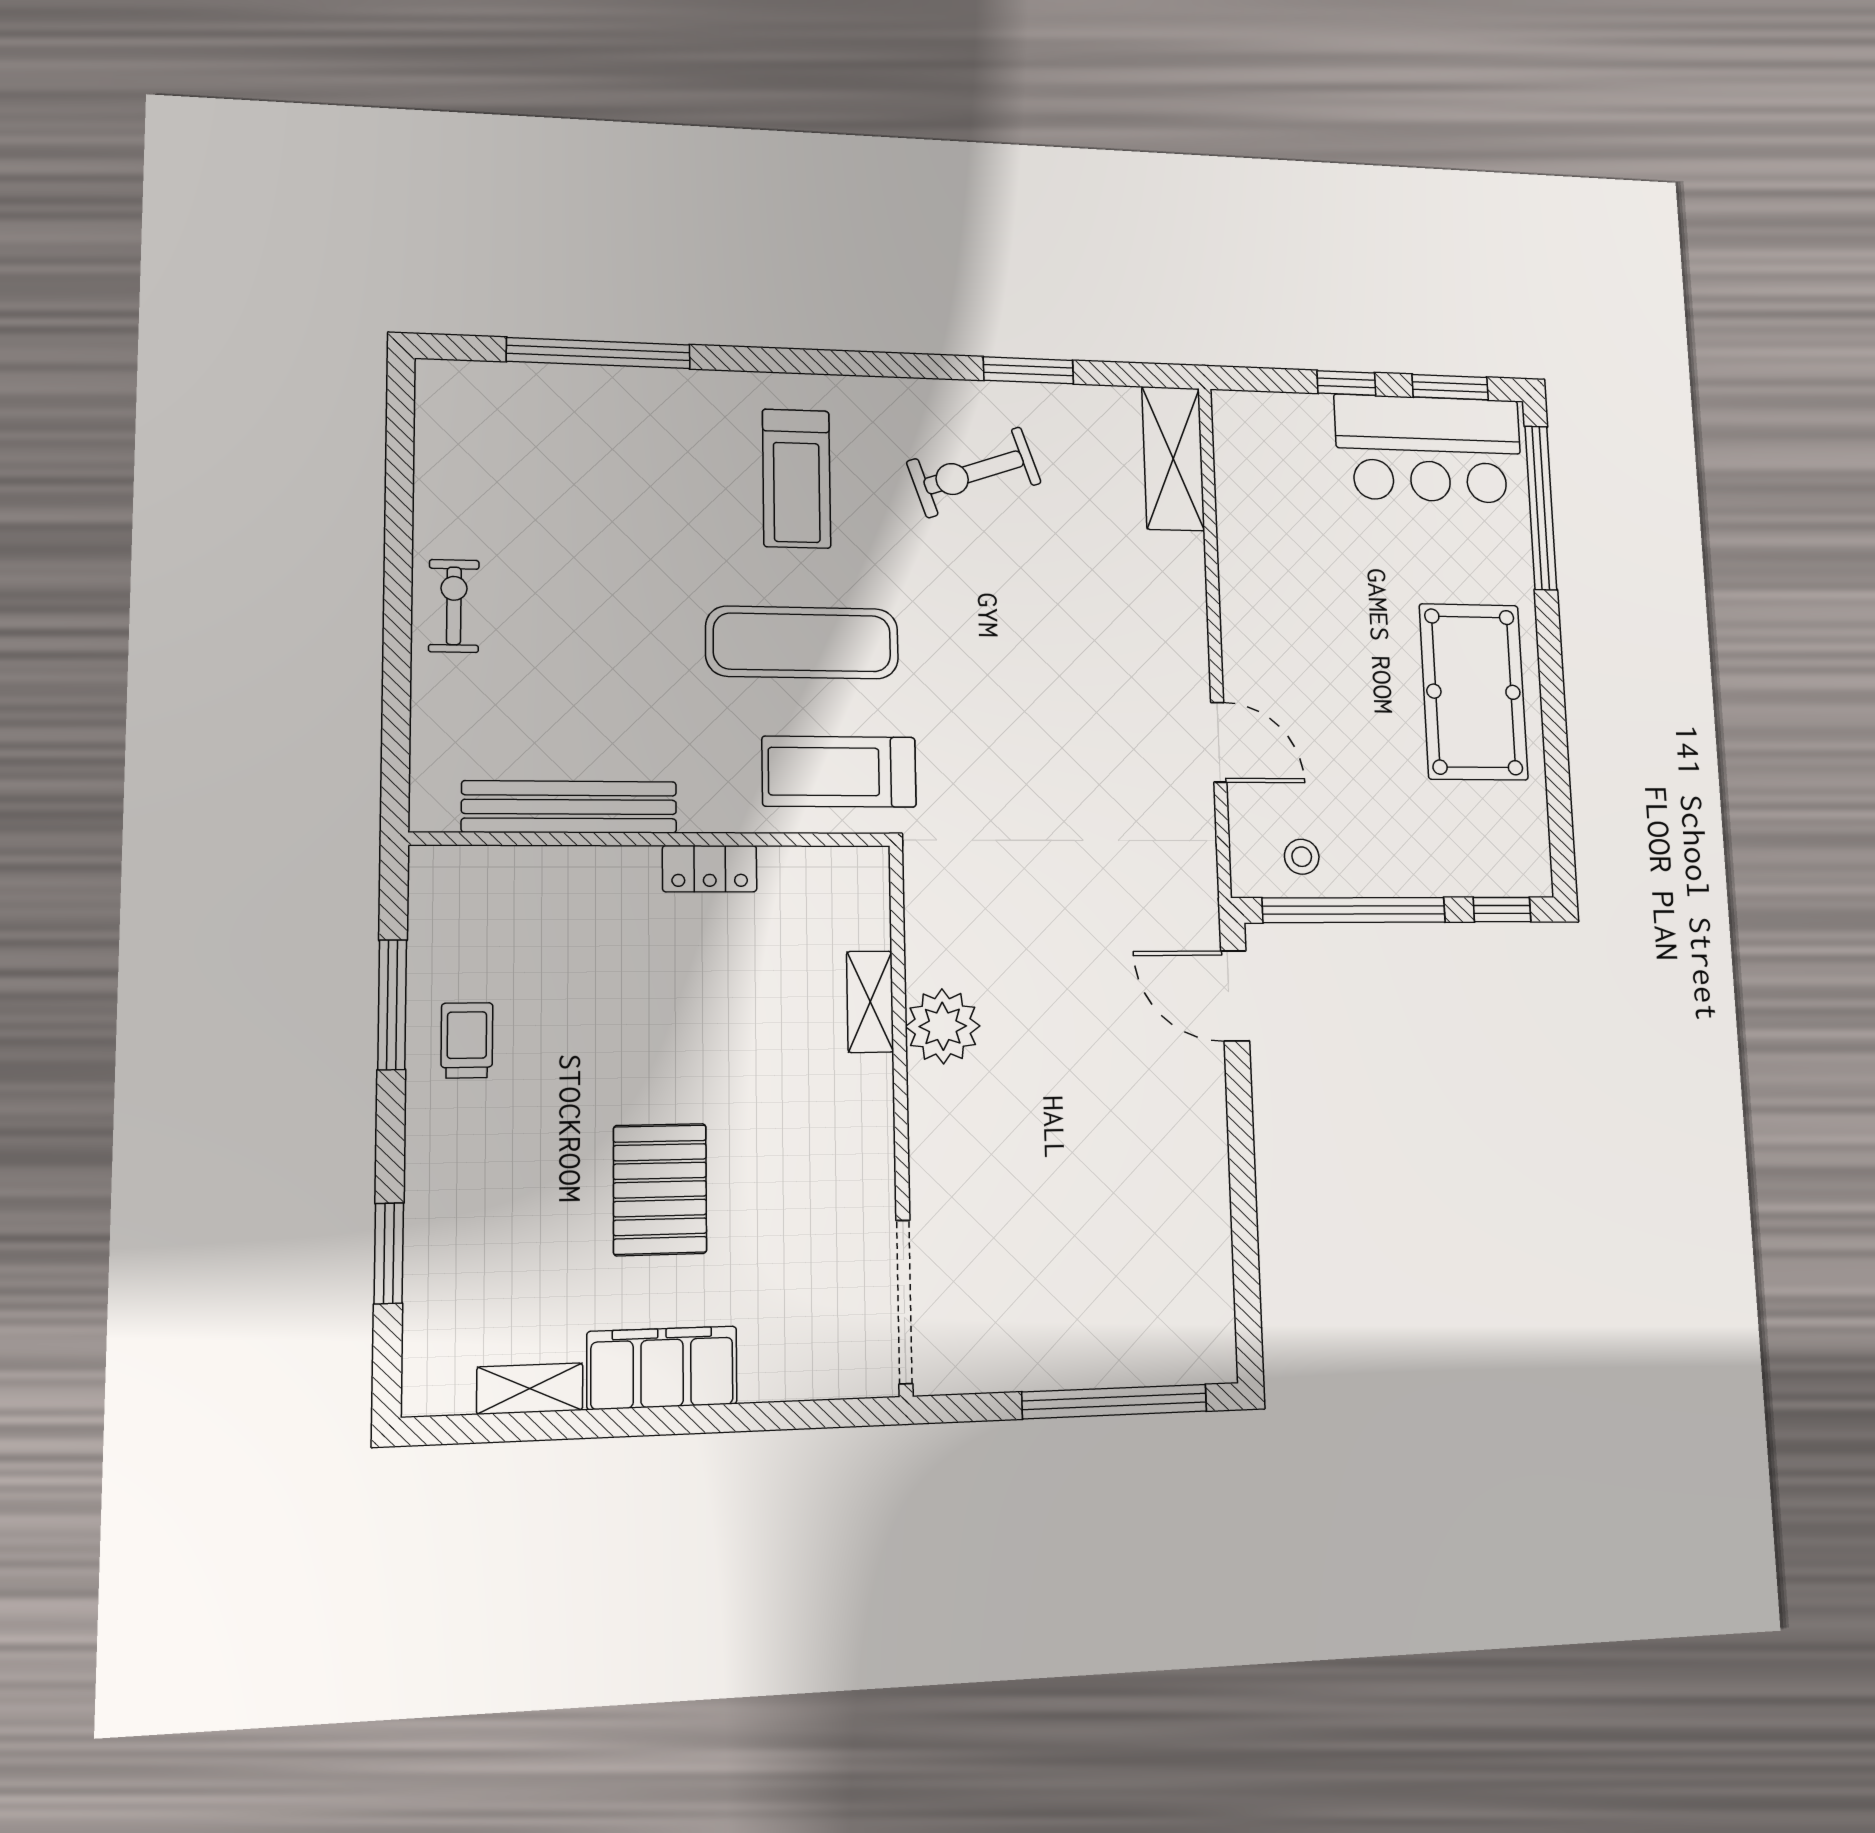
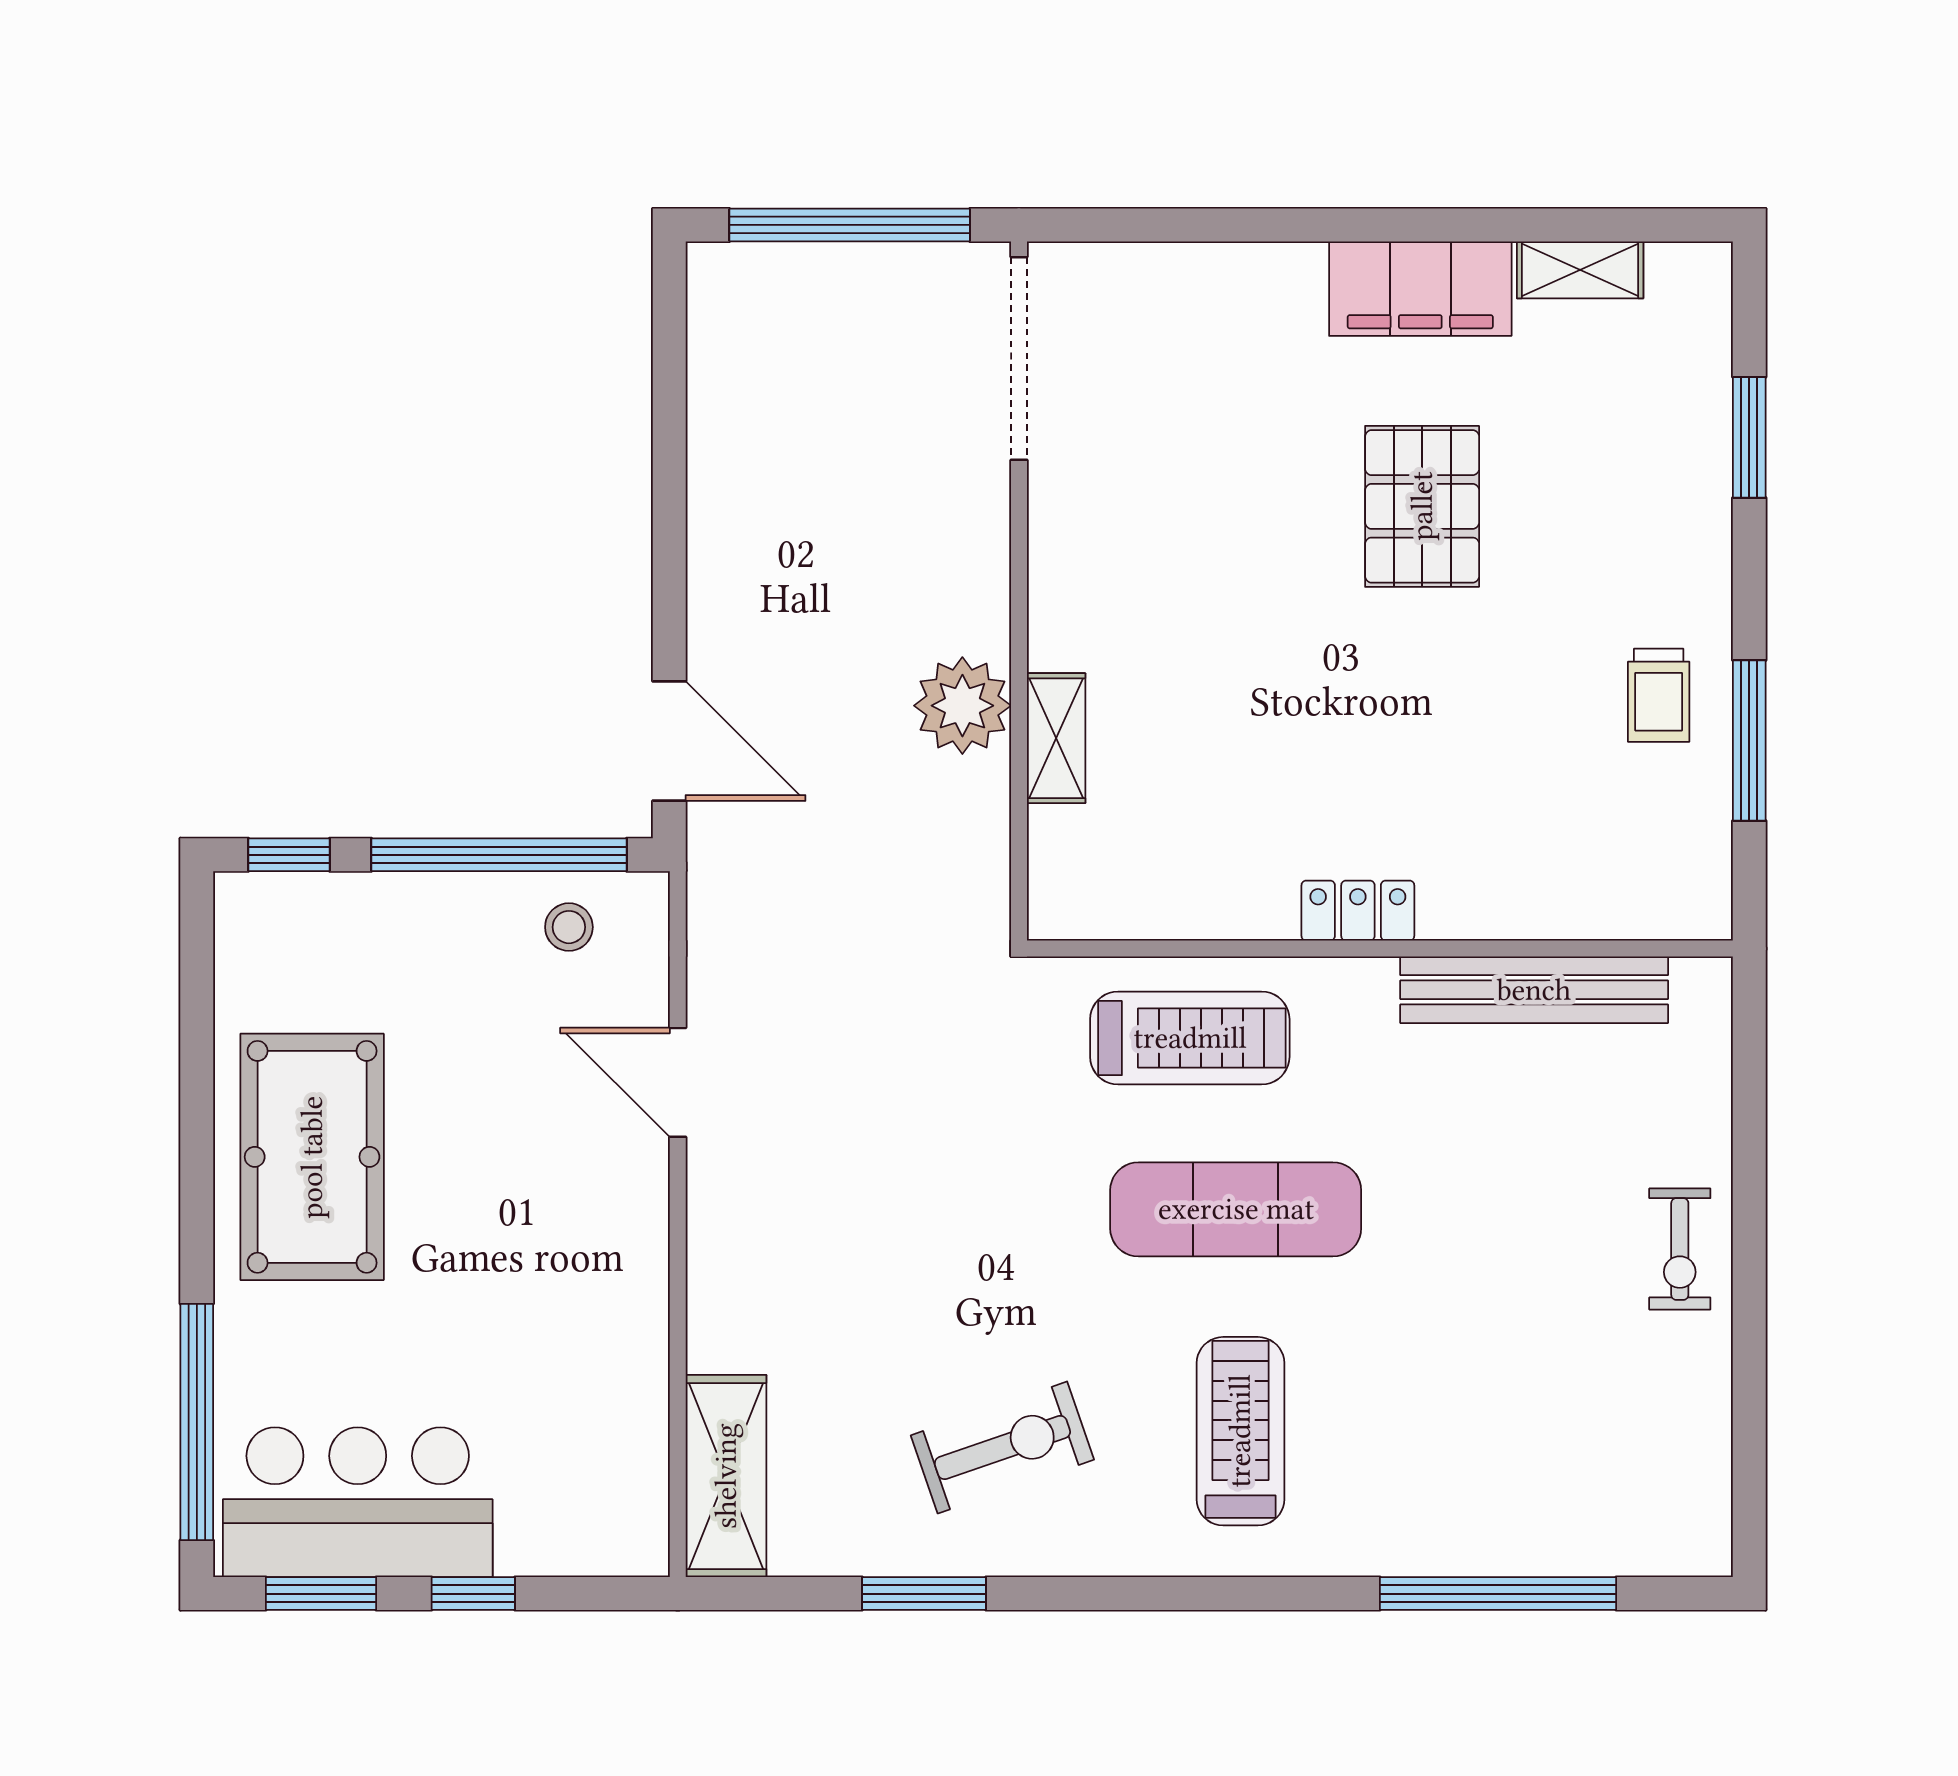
shelving: (870, 1002) -> (1056, 738), moved
plant: (943, 1026) -> (962, 706), moved
wall: (901, 1117) -> (1019, 591), moved
doorway: (904, 1302) -> (1019, 359), moved

